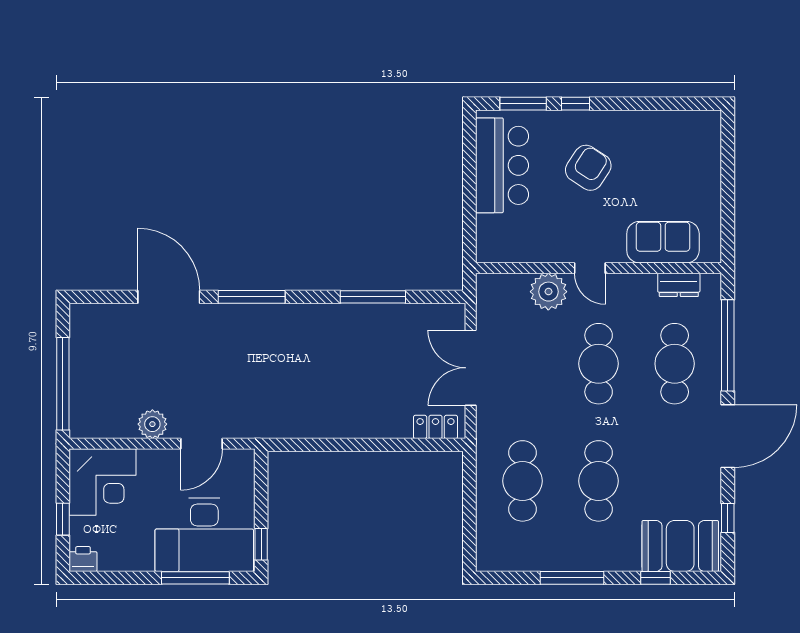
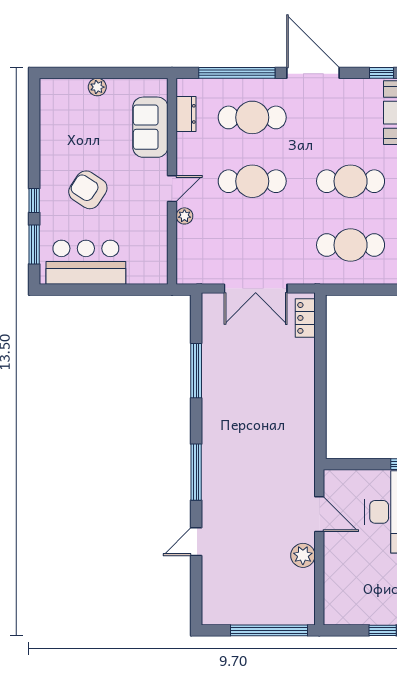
plant: (711, 179) -> (97, 87), added
plant: (548, 292) -> (184, 216), width x0.53, depth x0.53
door: (169, 297) -> (196, 542), width x0.53
corner desk: (103, 482) -> (351, 597), removed

